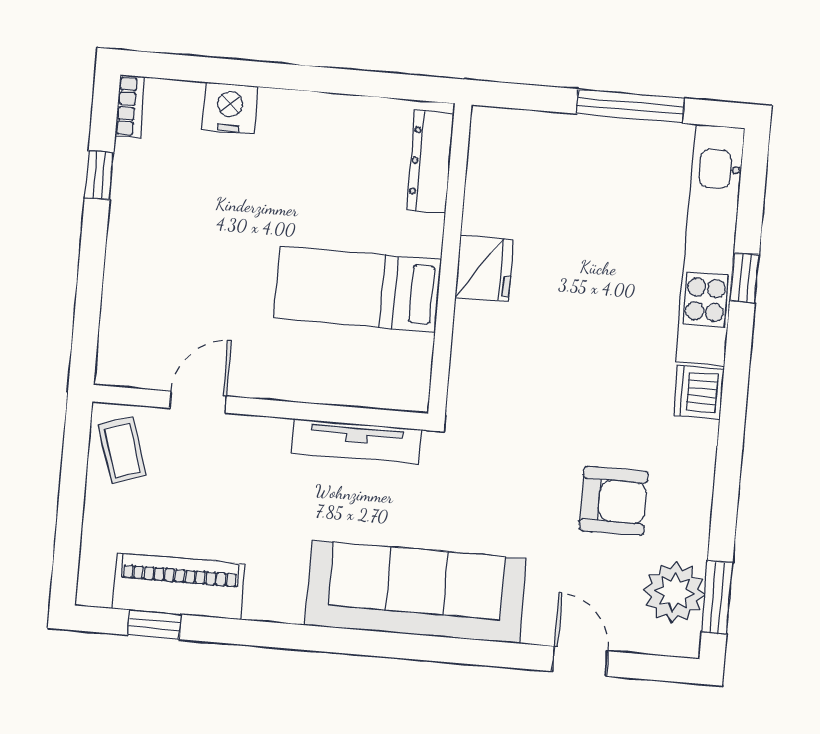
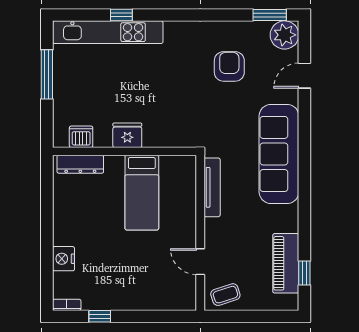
dishwasher: (699, 392) -> (81, 137), moved, turned 180
plant: (674, 592) -> (285, 35), moved

